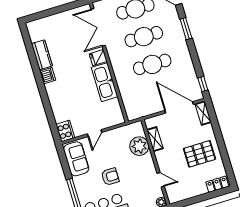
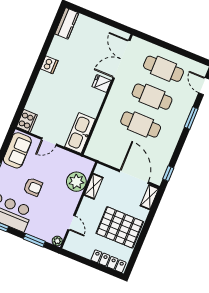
kitchen counter: (42, 55) -> (67, 23), moved
kitchen sink: (105, 82) -> (80, 133), moved
pallet: (200, 154) -> (120, 227), width x1.37, depth x1.41
locker: (217, 184) -> (109, 261), width x1.53

